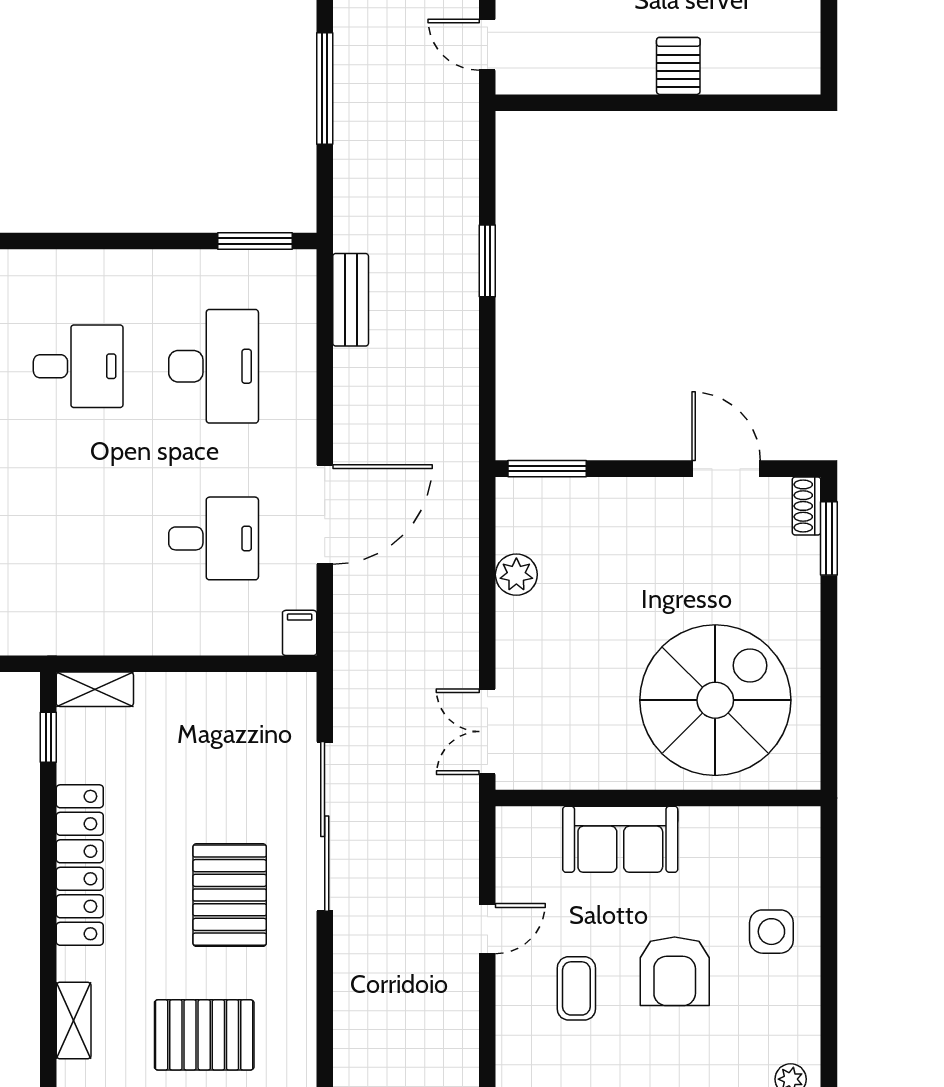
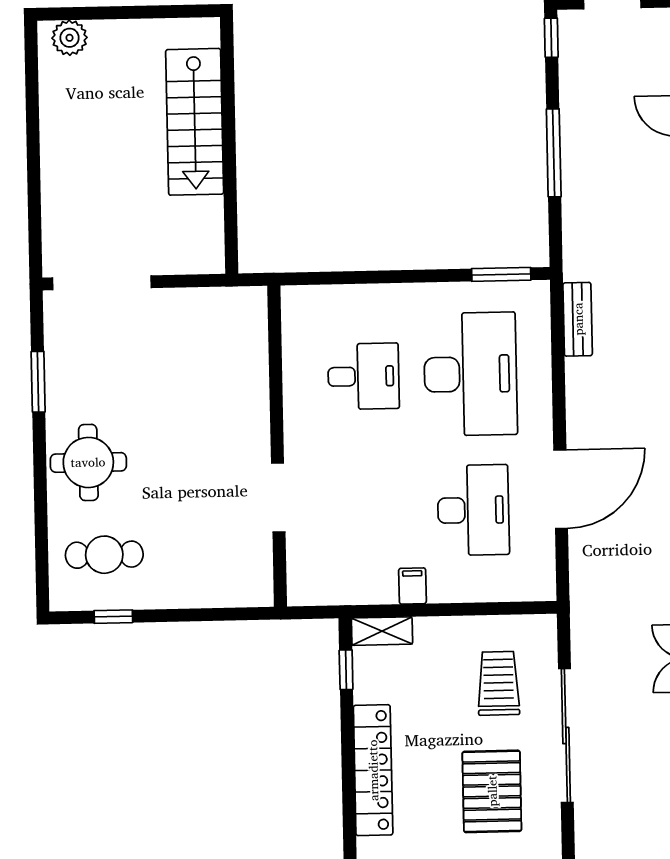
desk: (214, 366) -> (470, 374), width x1.36, depth x1.30
desk: (214, 538) -> (473, 510), width x1.37
filing cabinet: (300, 633) -> (412, 586), moved
trolley: (241, 758) -> (499, 683), added

